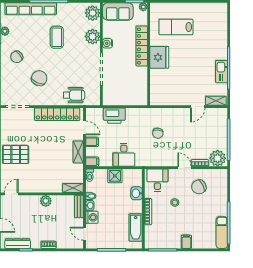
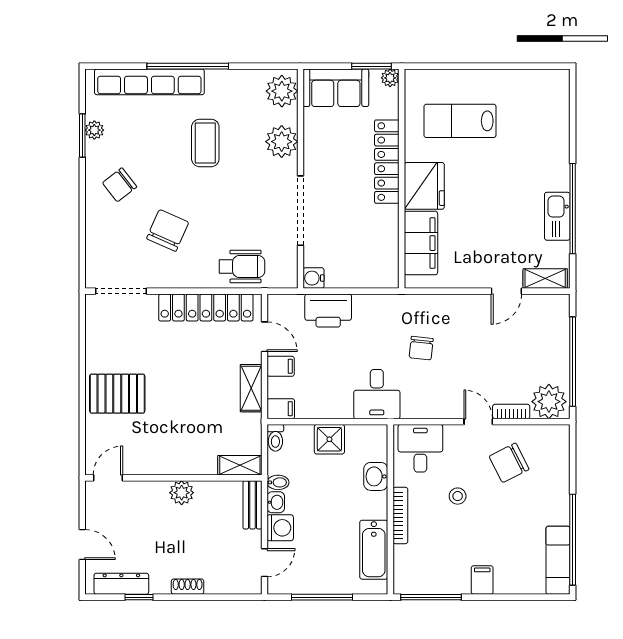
water cooler: (107, 43) -> (314, 278), moved
filing cabinet: (158, 84) -> (421, 243), added
desk: (124, 155) -> (377, 394), moved
door: (85, 234) -> (264, 563), swing flipped

